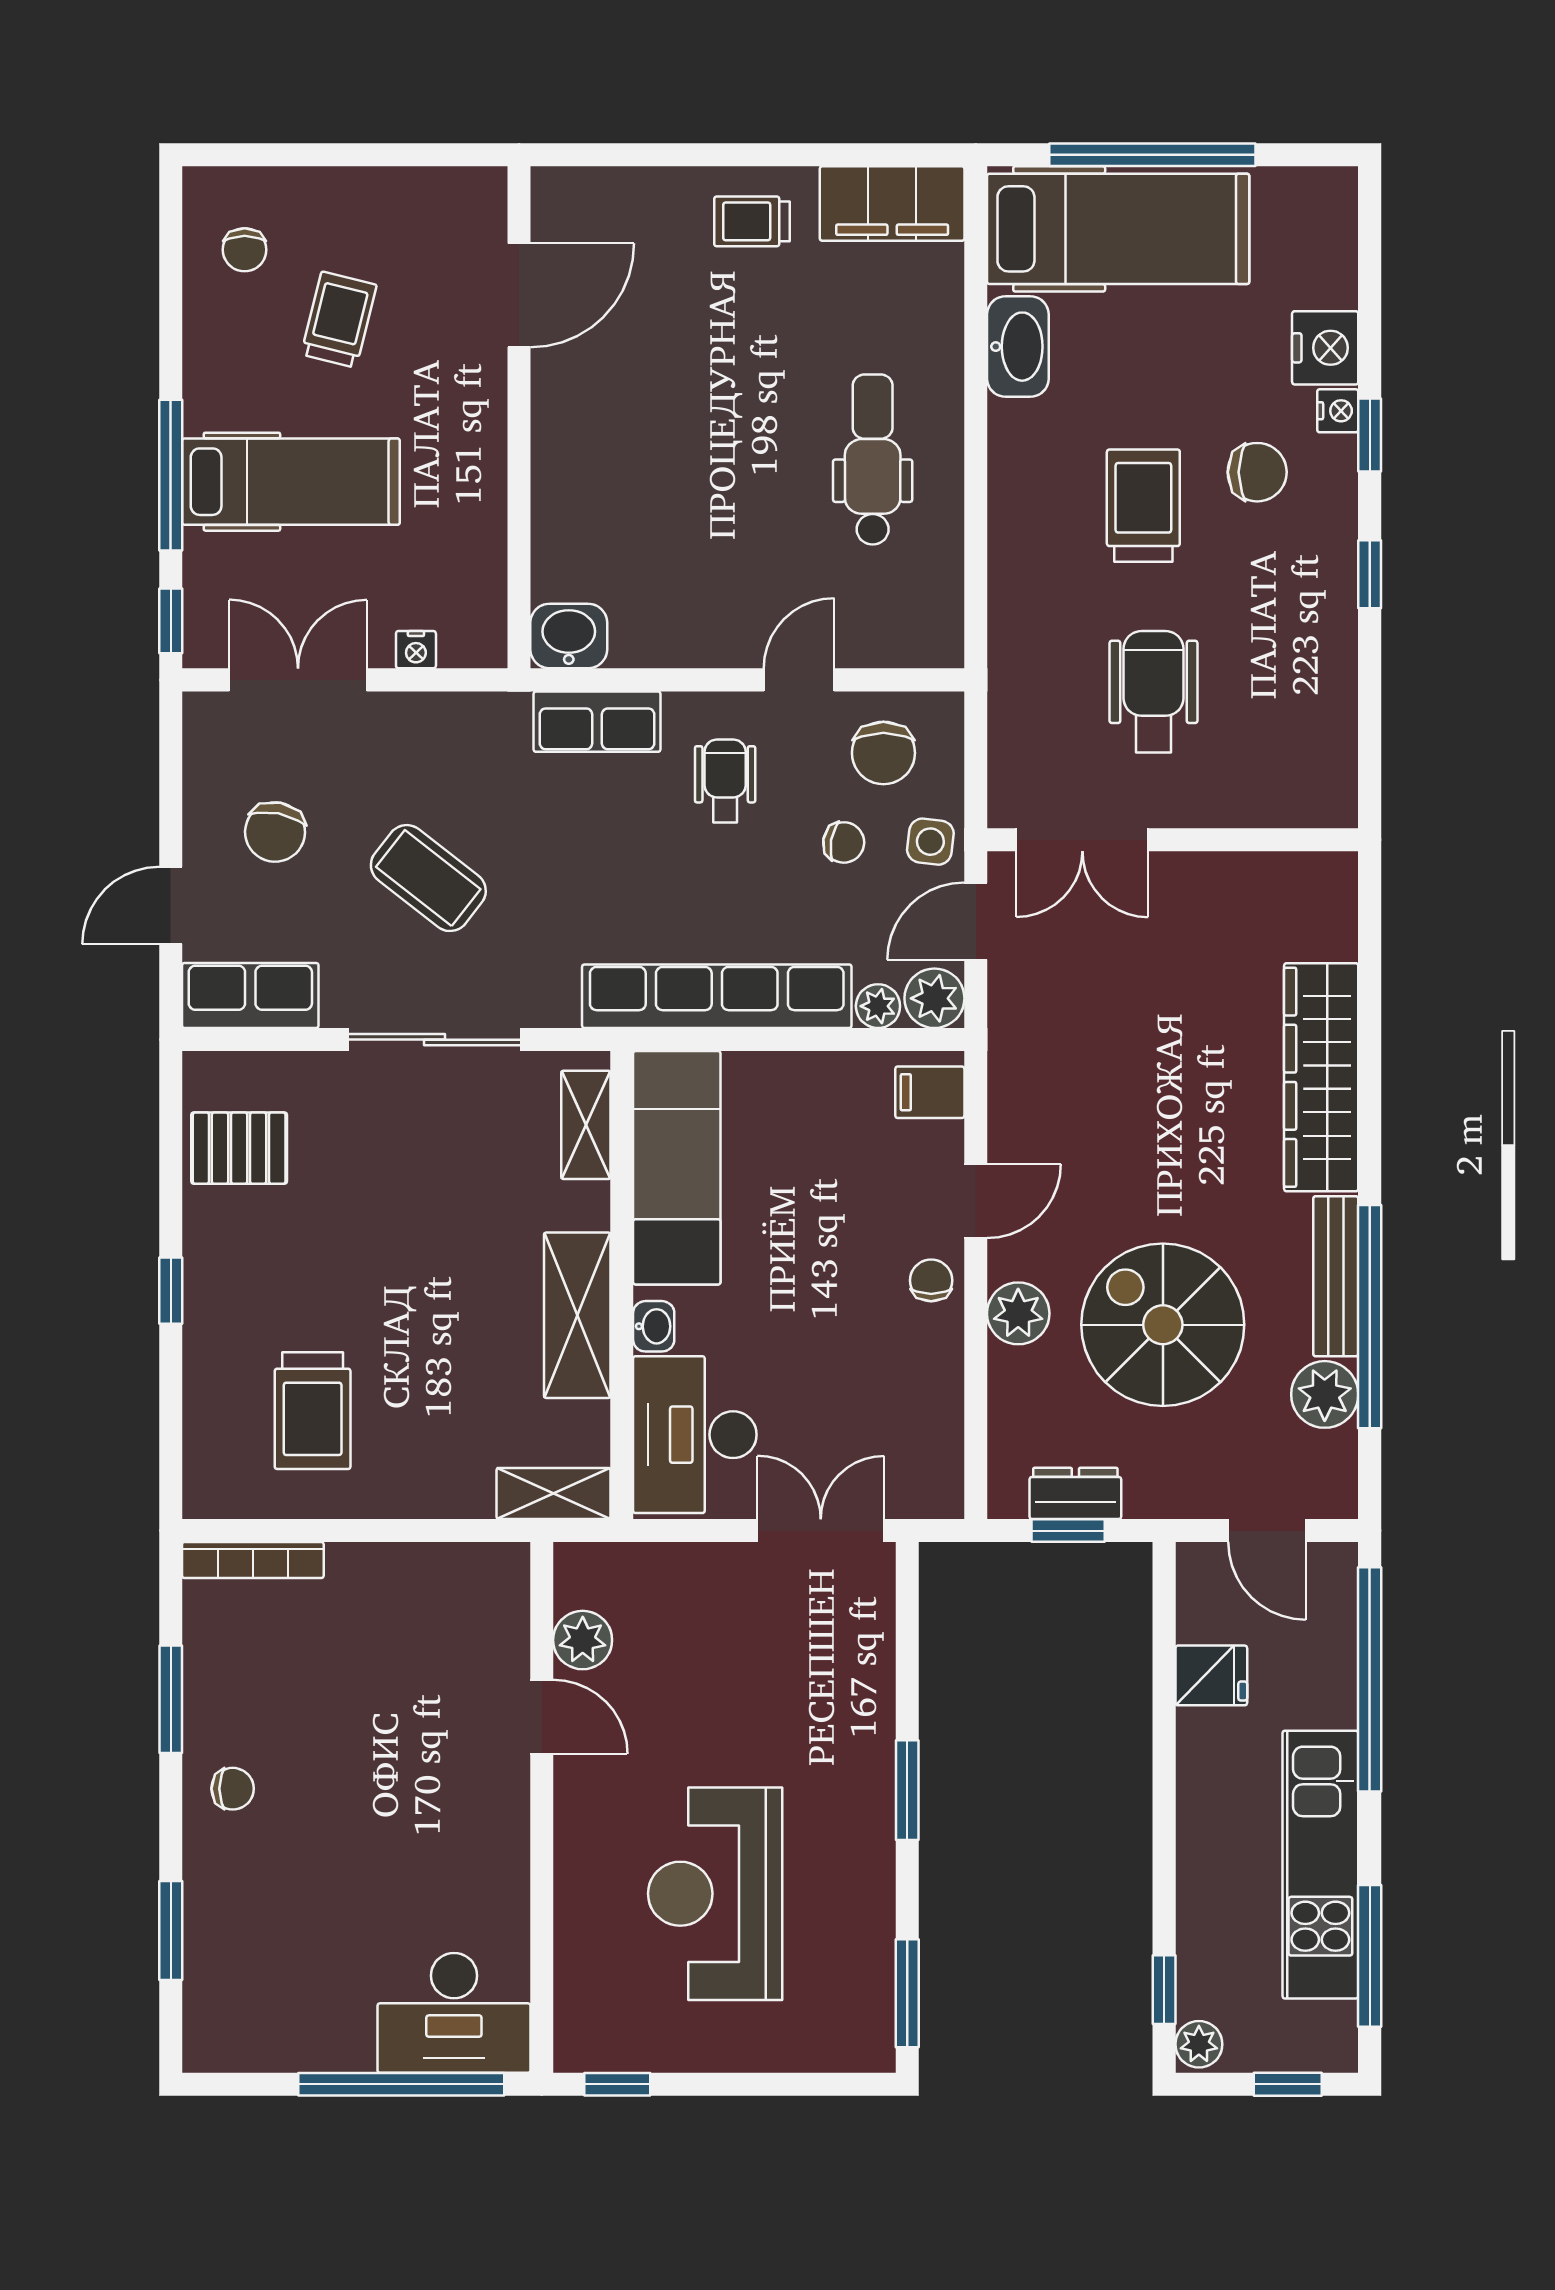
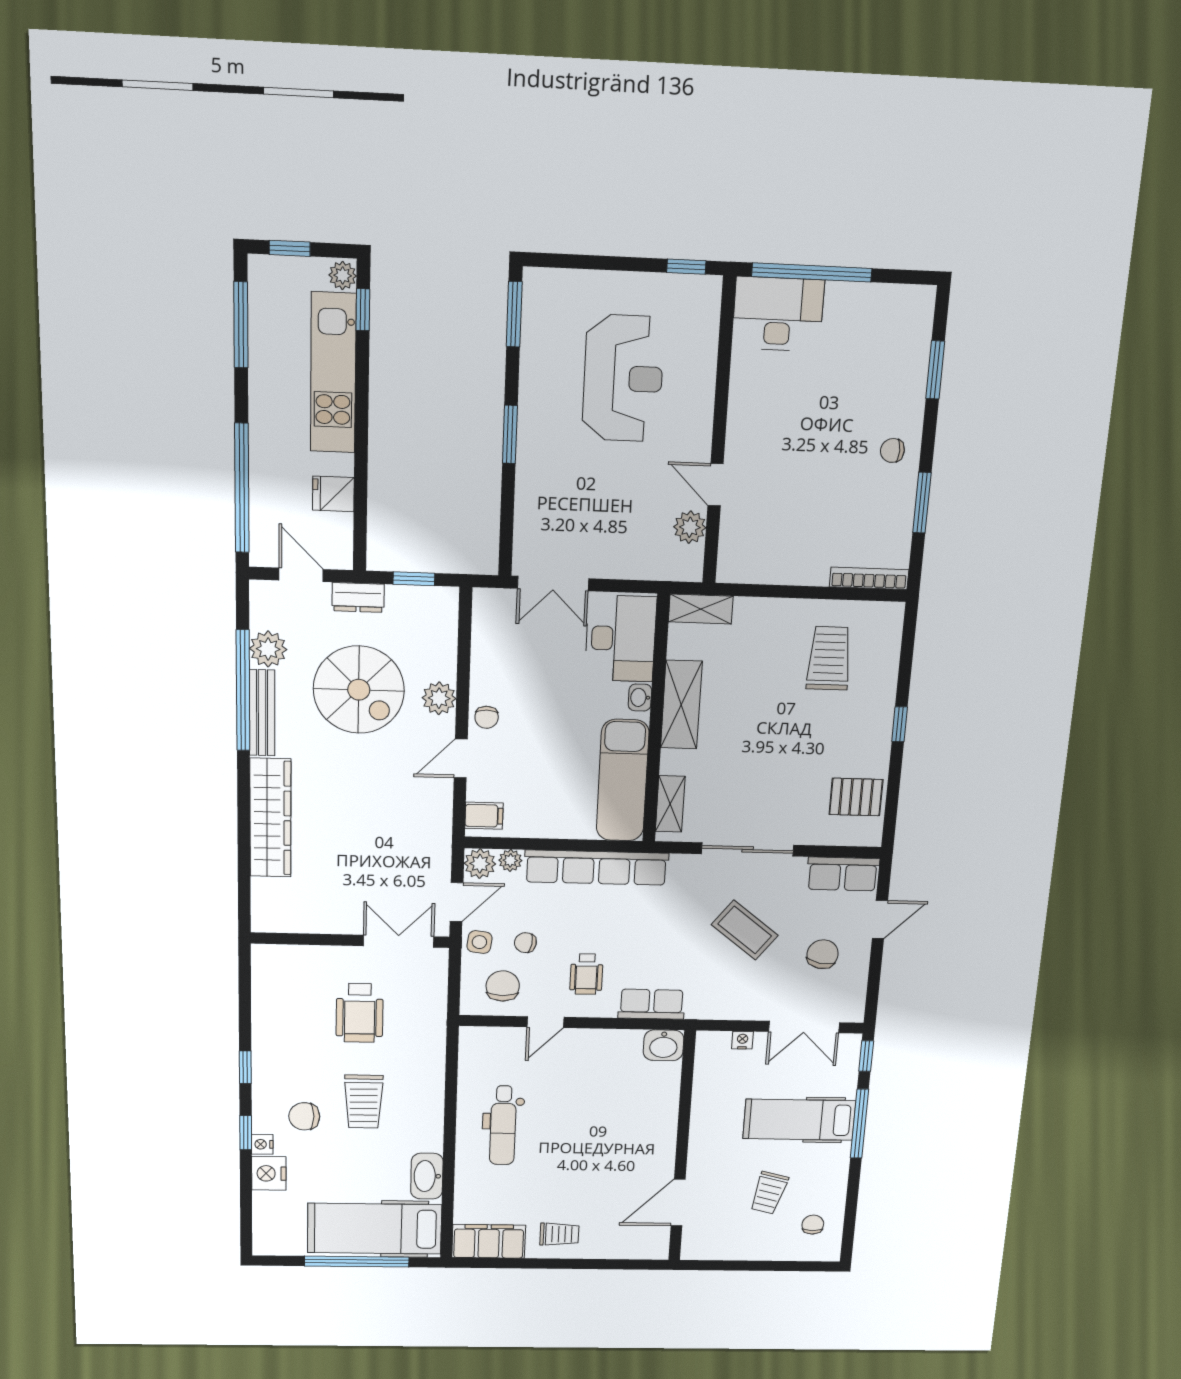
dresser: (1075, 1493) -> (358, 597), moved
kitchen unit: (1320, 1865) -> (333, 373), moved, turned 180

